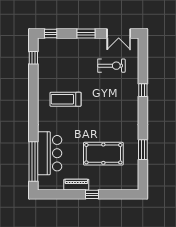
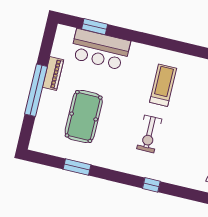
exercise bike: (111, 66) -> (149, 134), moved
window: (33, 162) -> (95, 27), width x0.47
window: (92, 194) -> (36, 90), width x3.17

